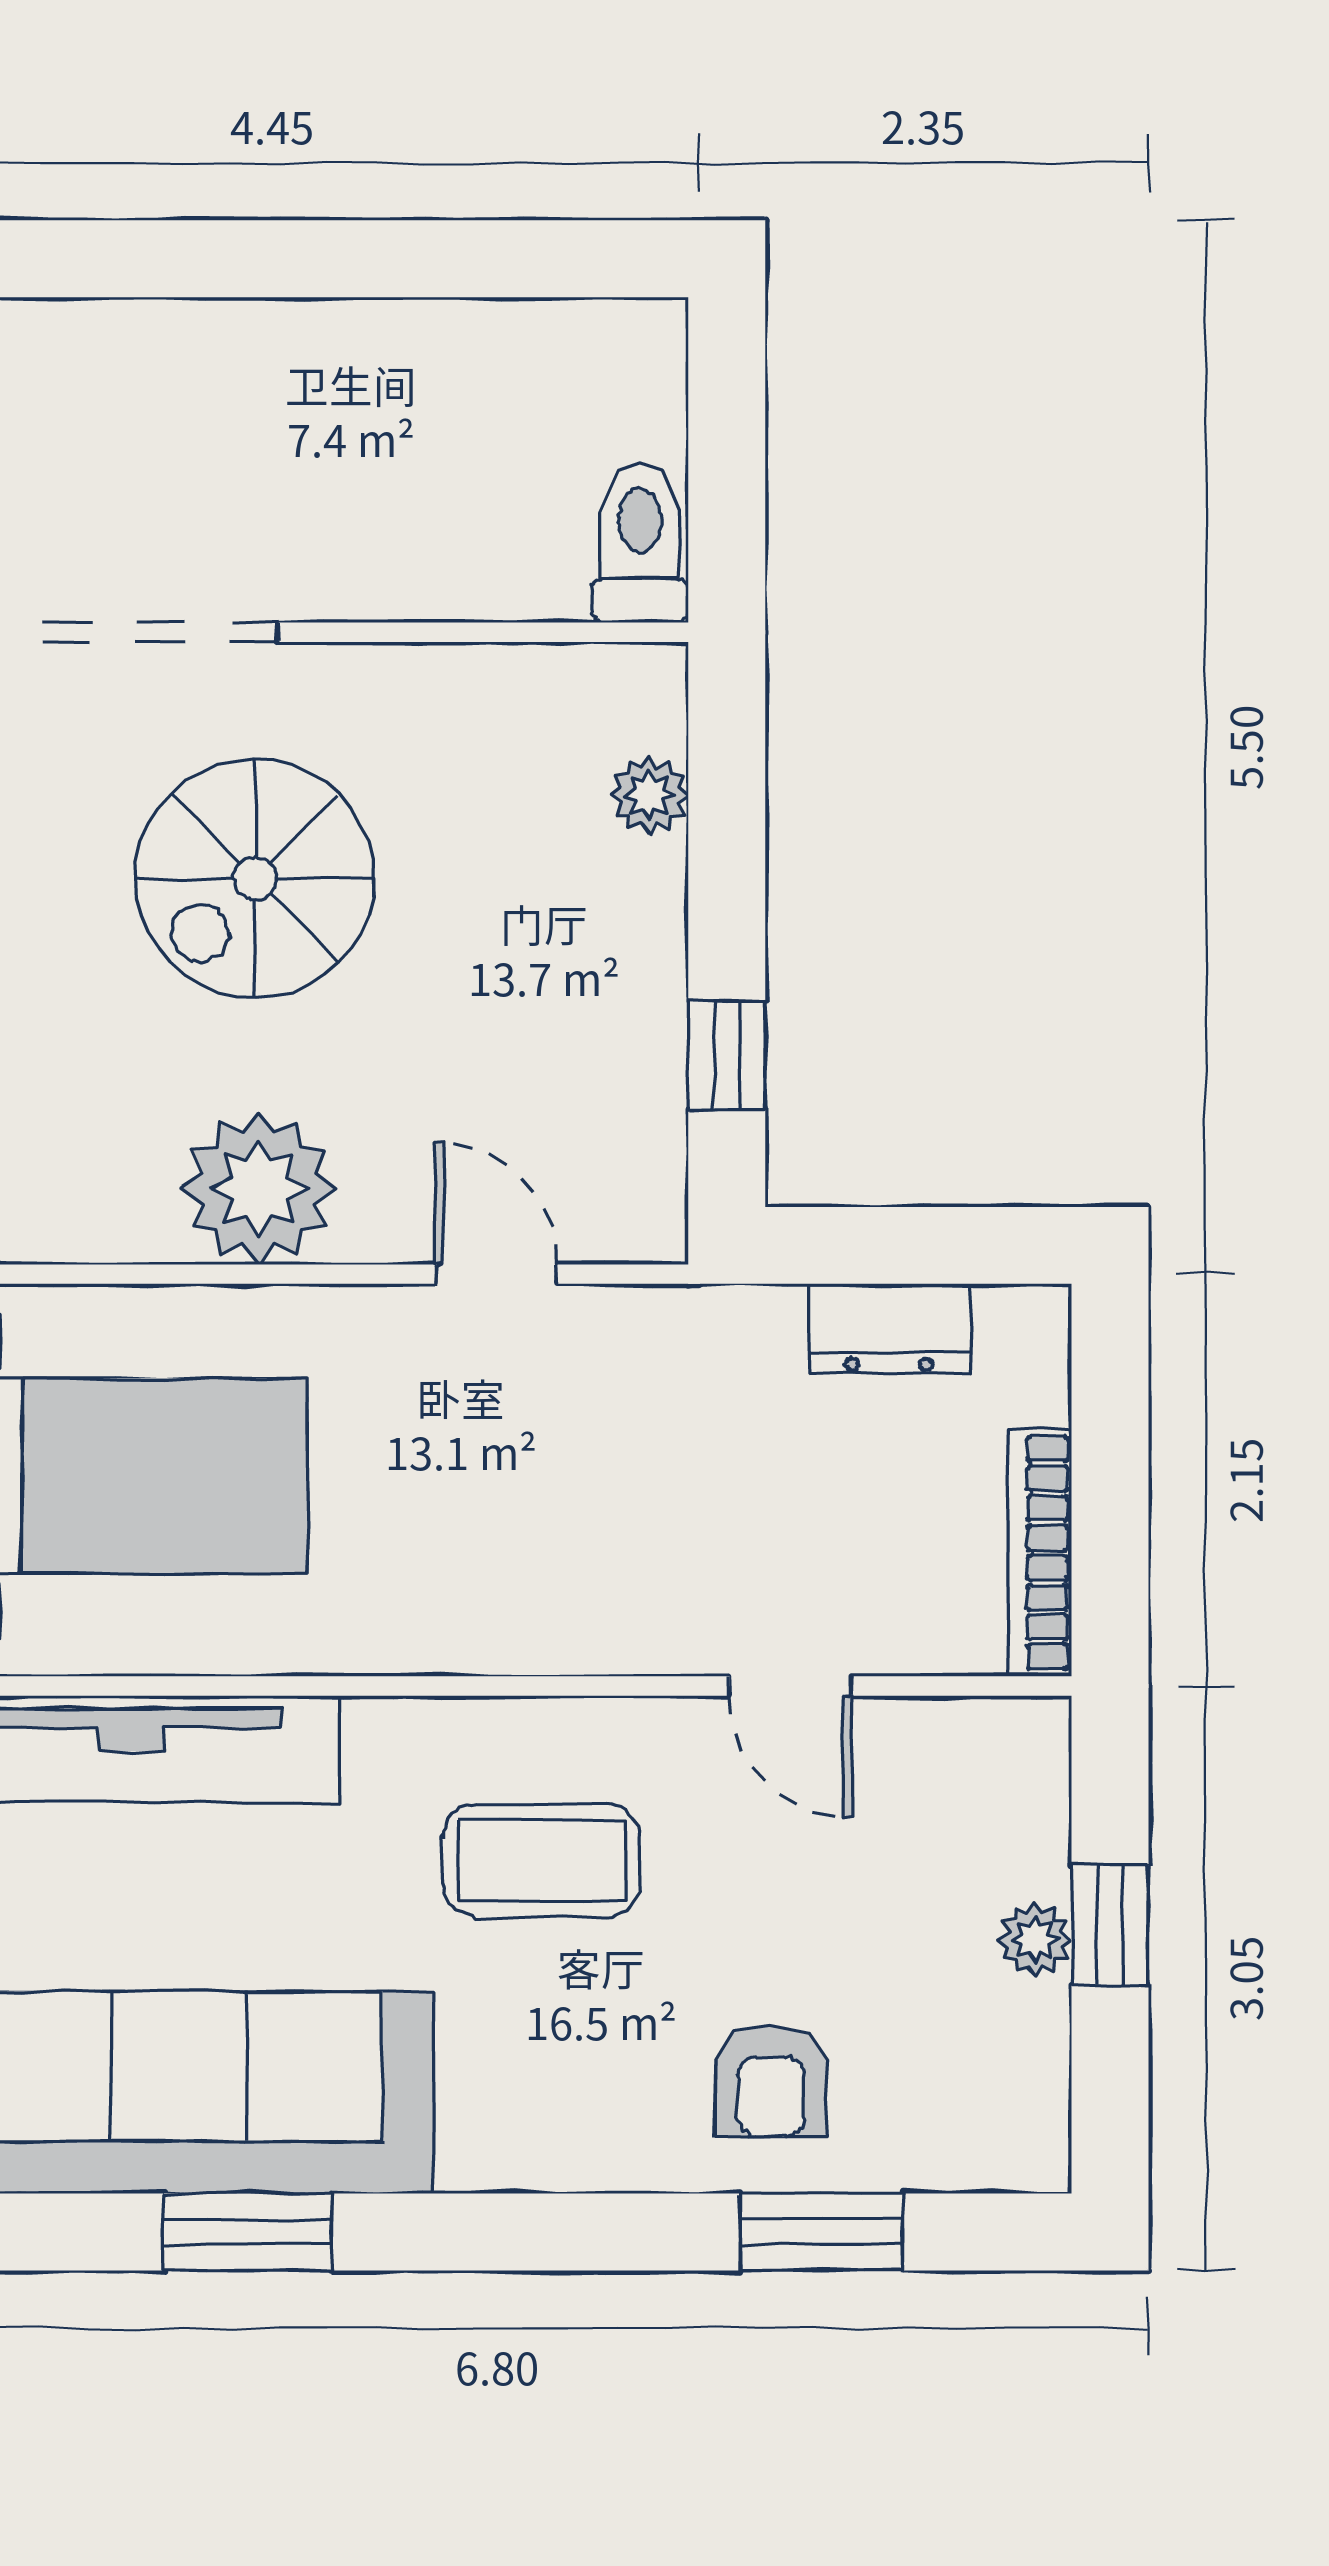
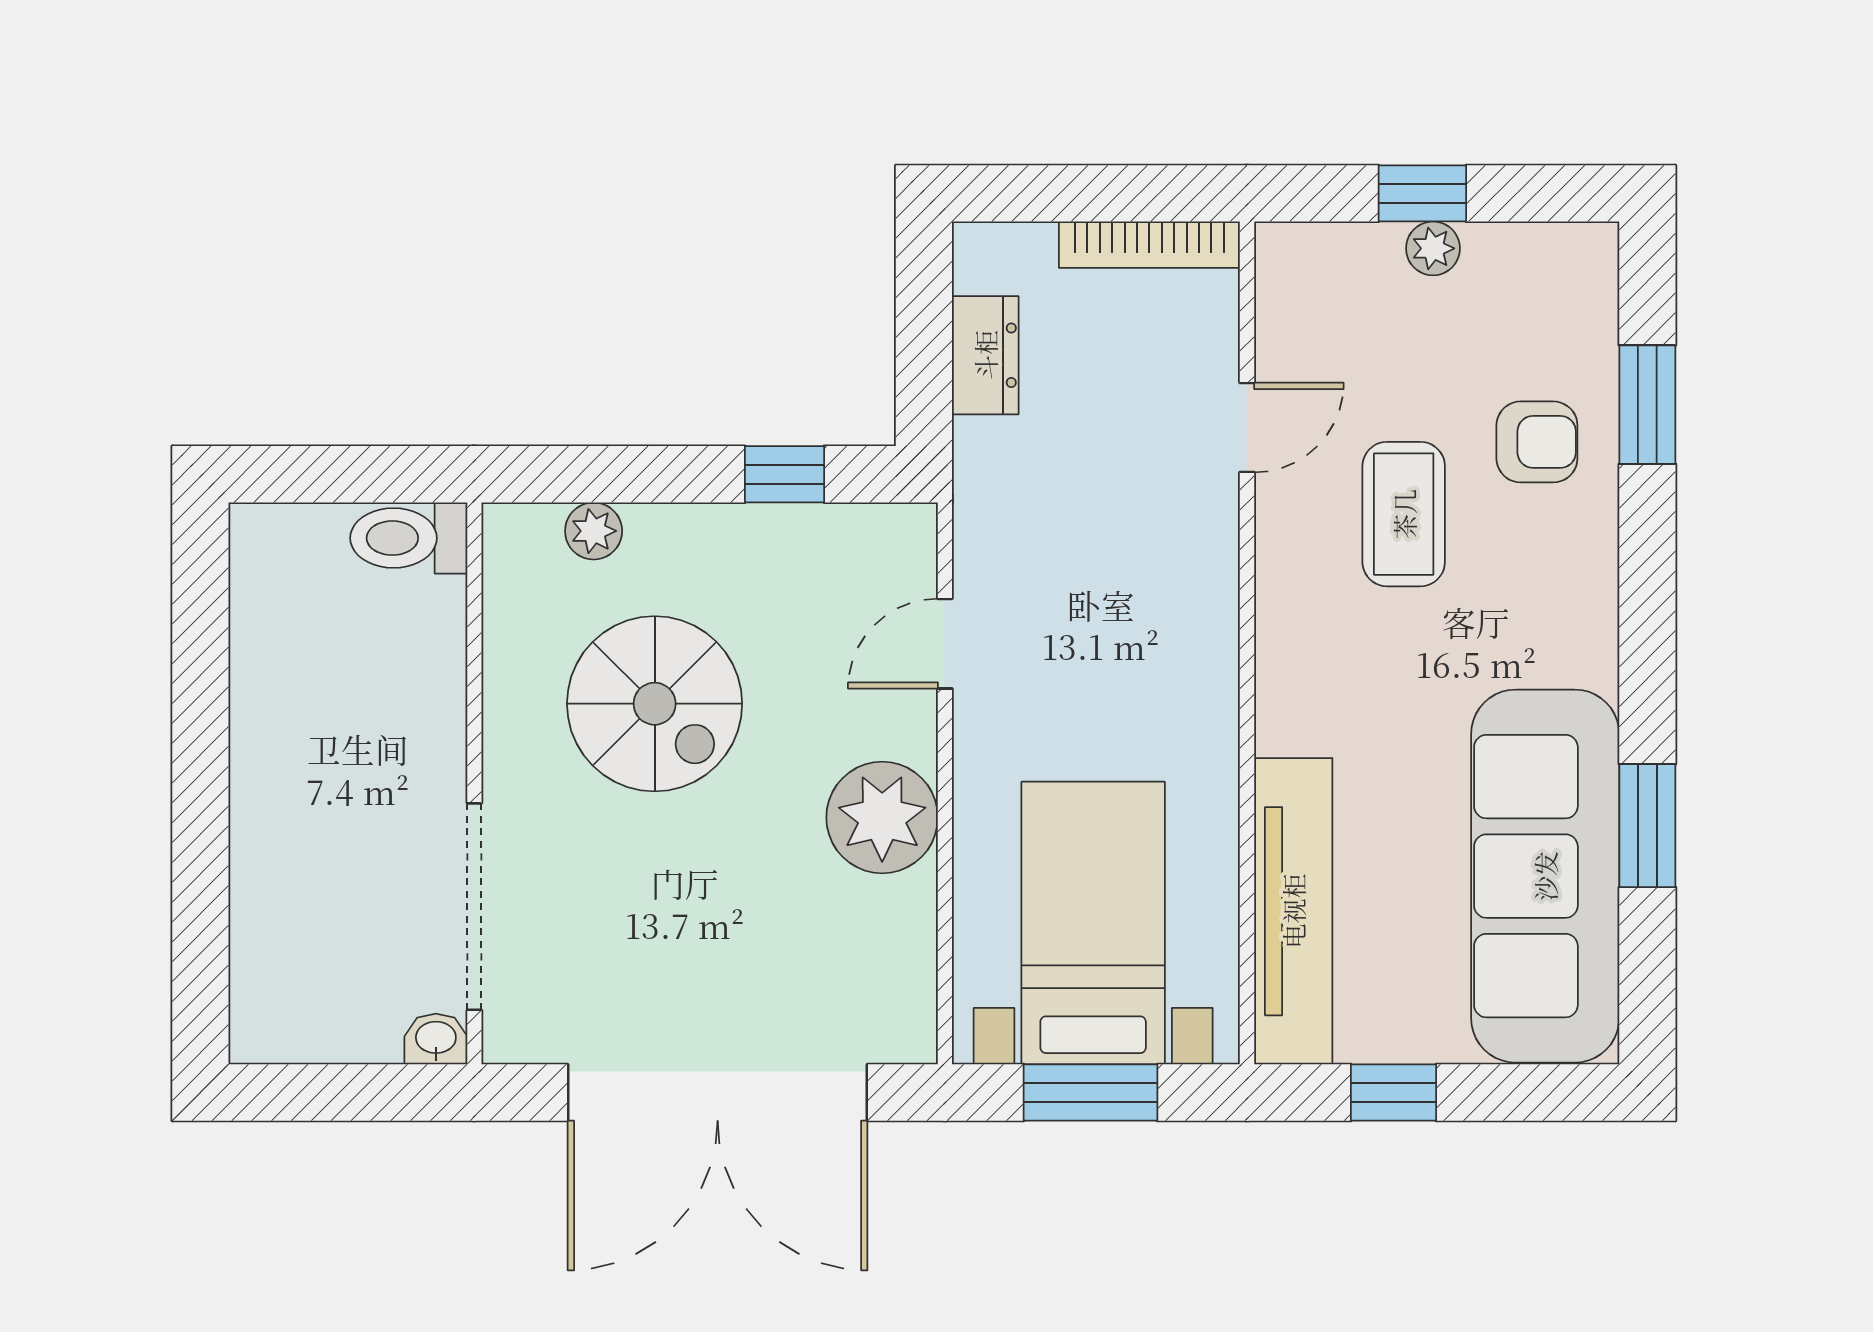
spiral stairs: (255, 878) -> (655, 704), moved
coffee table: (541, 1860) -> (1404, 514), moved

